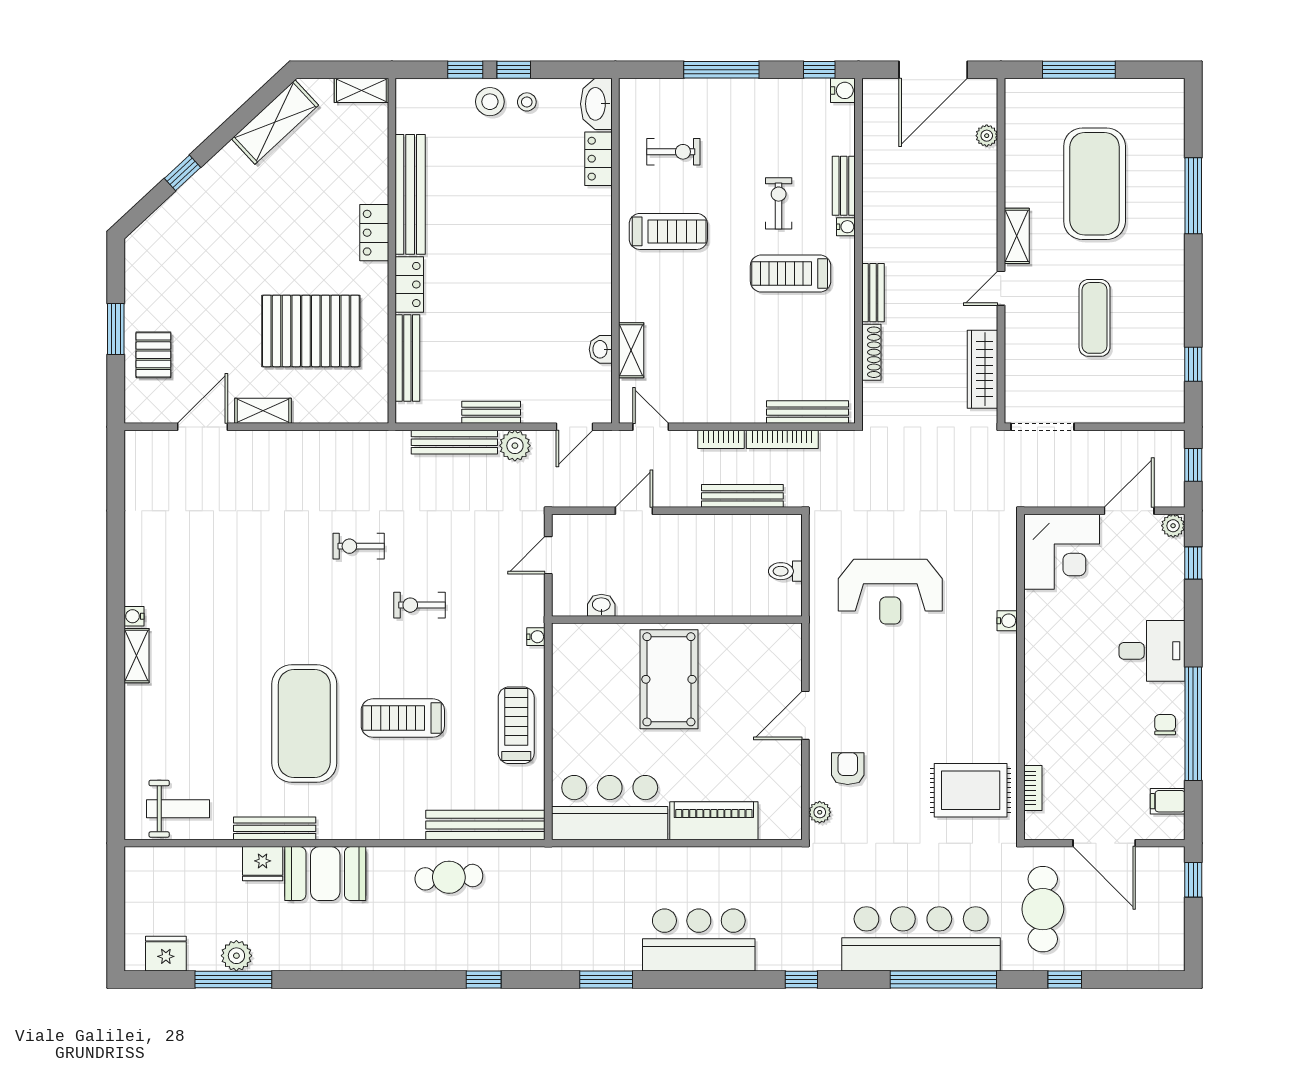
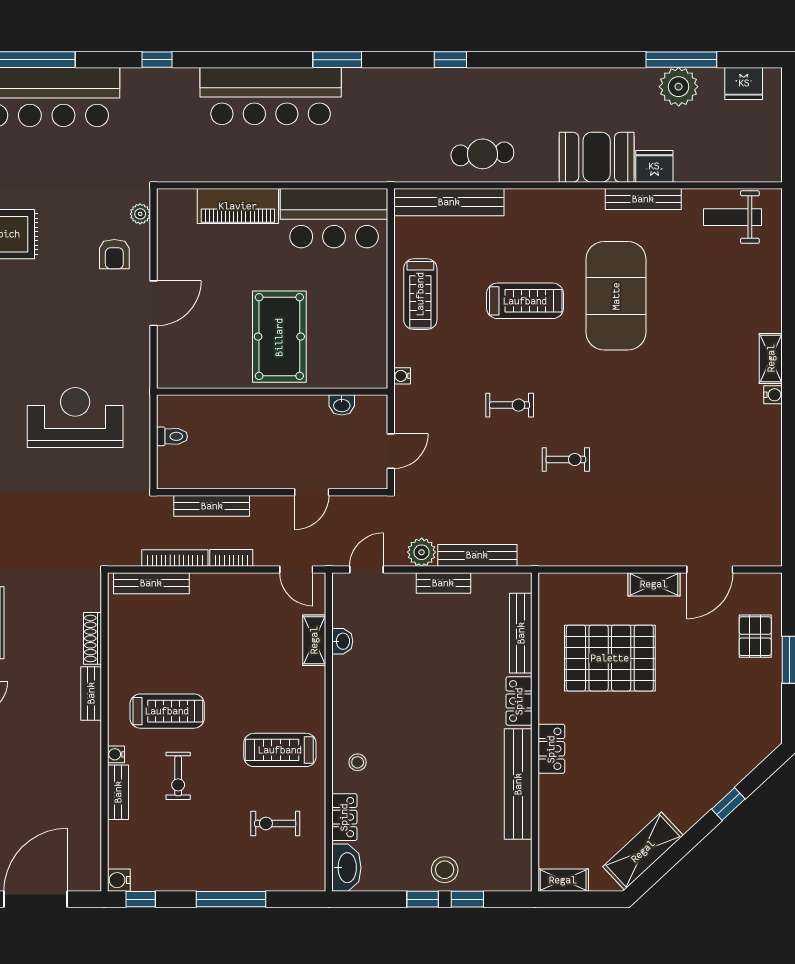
stool: (527, 102) -> (358, 762), moved
bar counter: (699, 940) -> (271, 96), width x1.36
plant: (236, 956) -> (679, 87), width x1.36, depth x1.36

